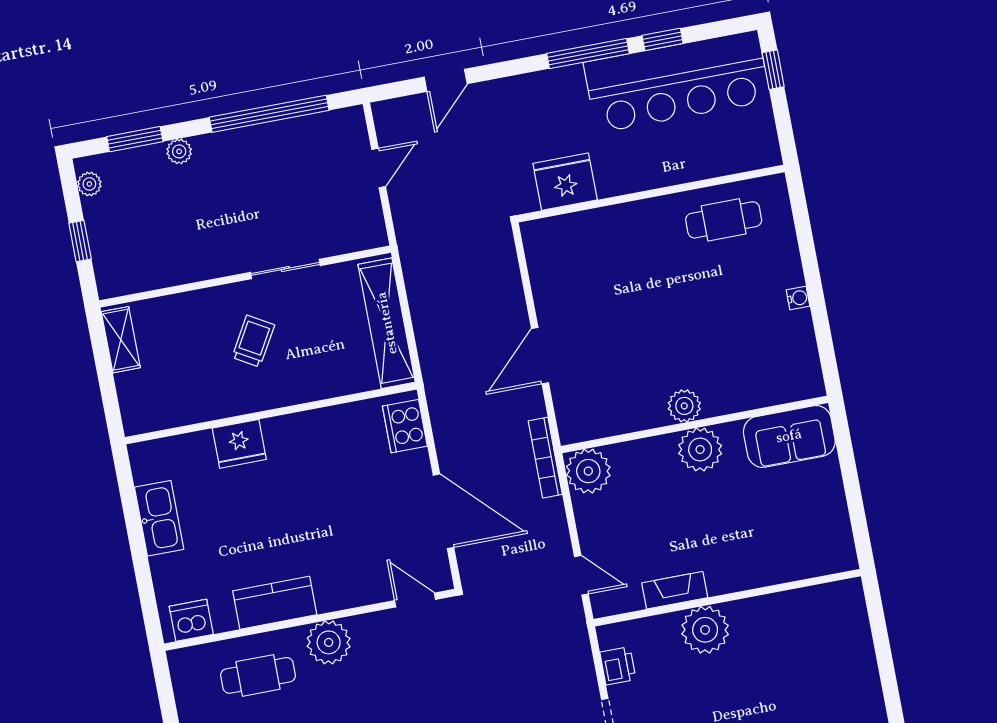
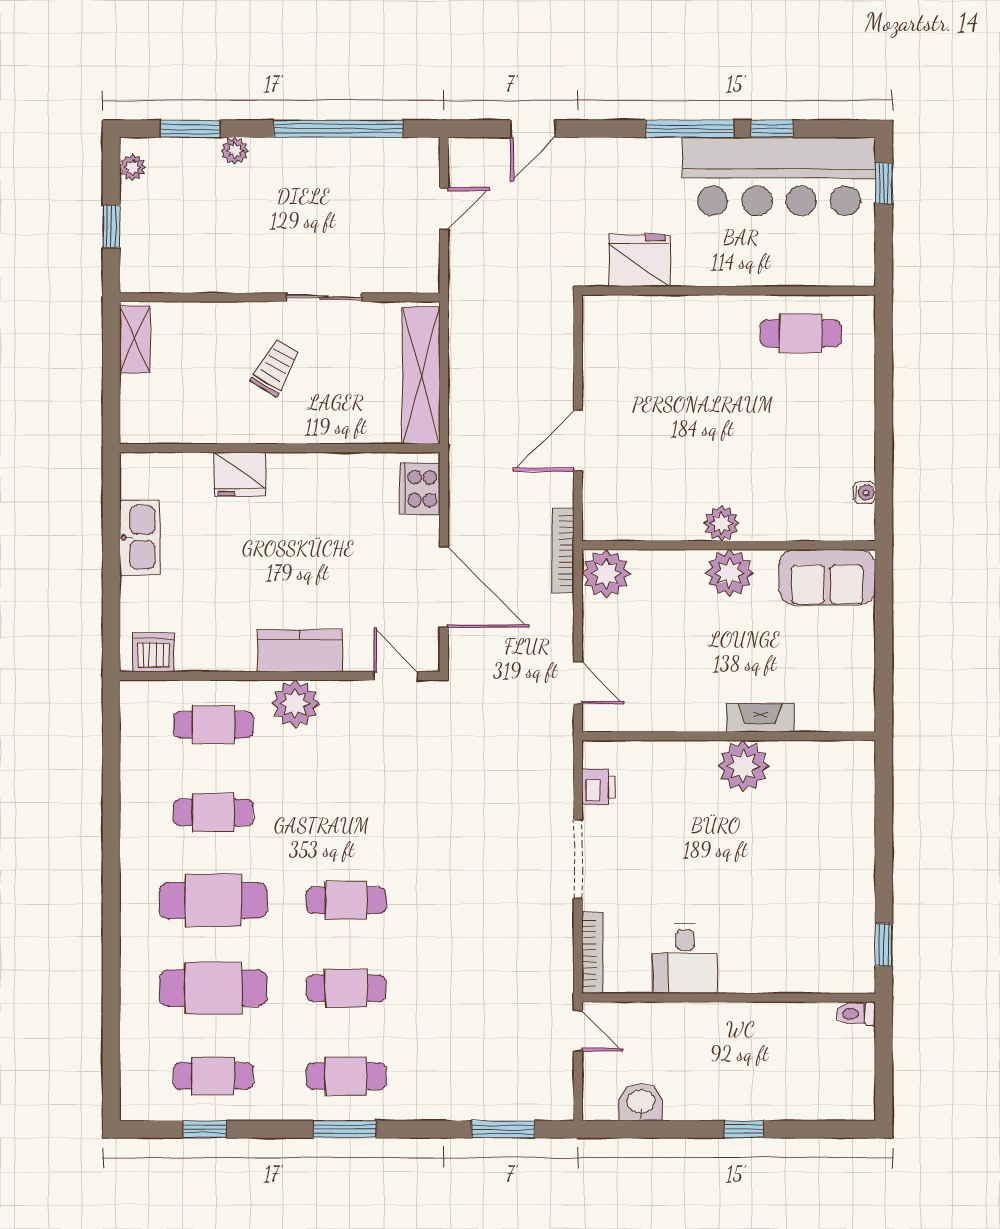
water cooler: (798, 298) -> (864, 493), moved
fireplace: (675, 590) -> (760, 718), moved
kitchen counter: (275, 603) -> (300, 651), moved
plant: (705, 630) -> (743, 766), moved

